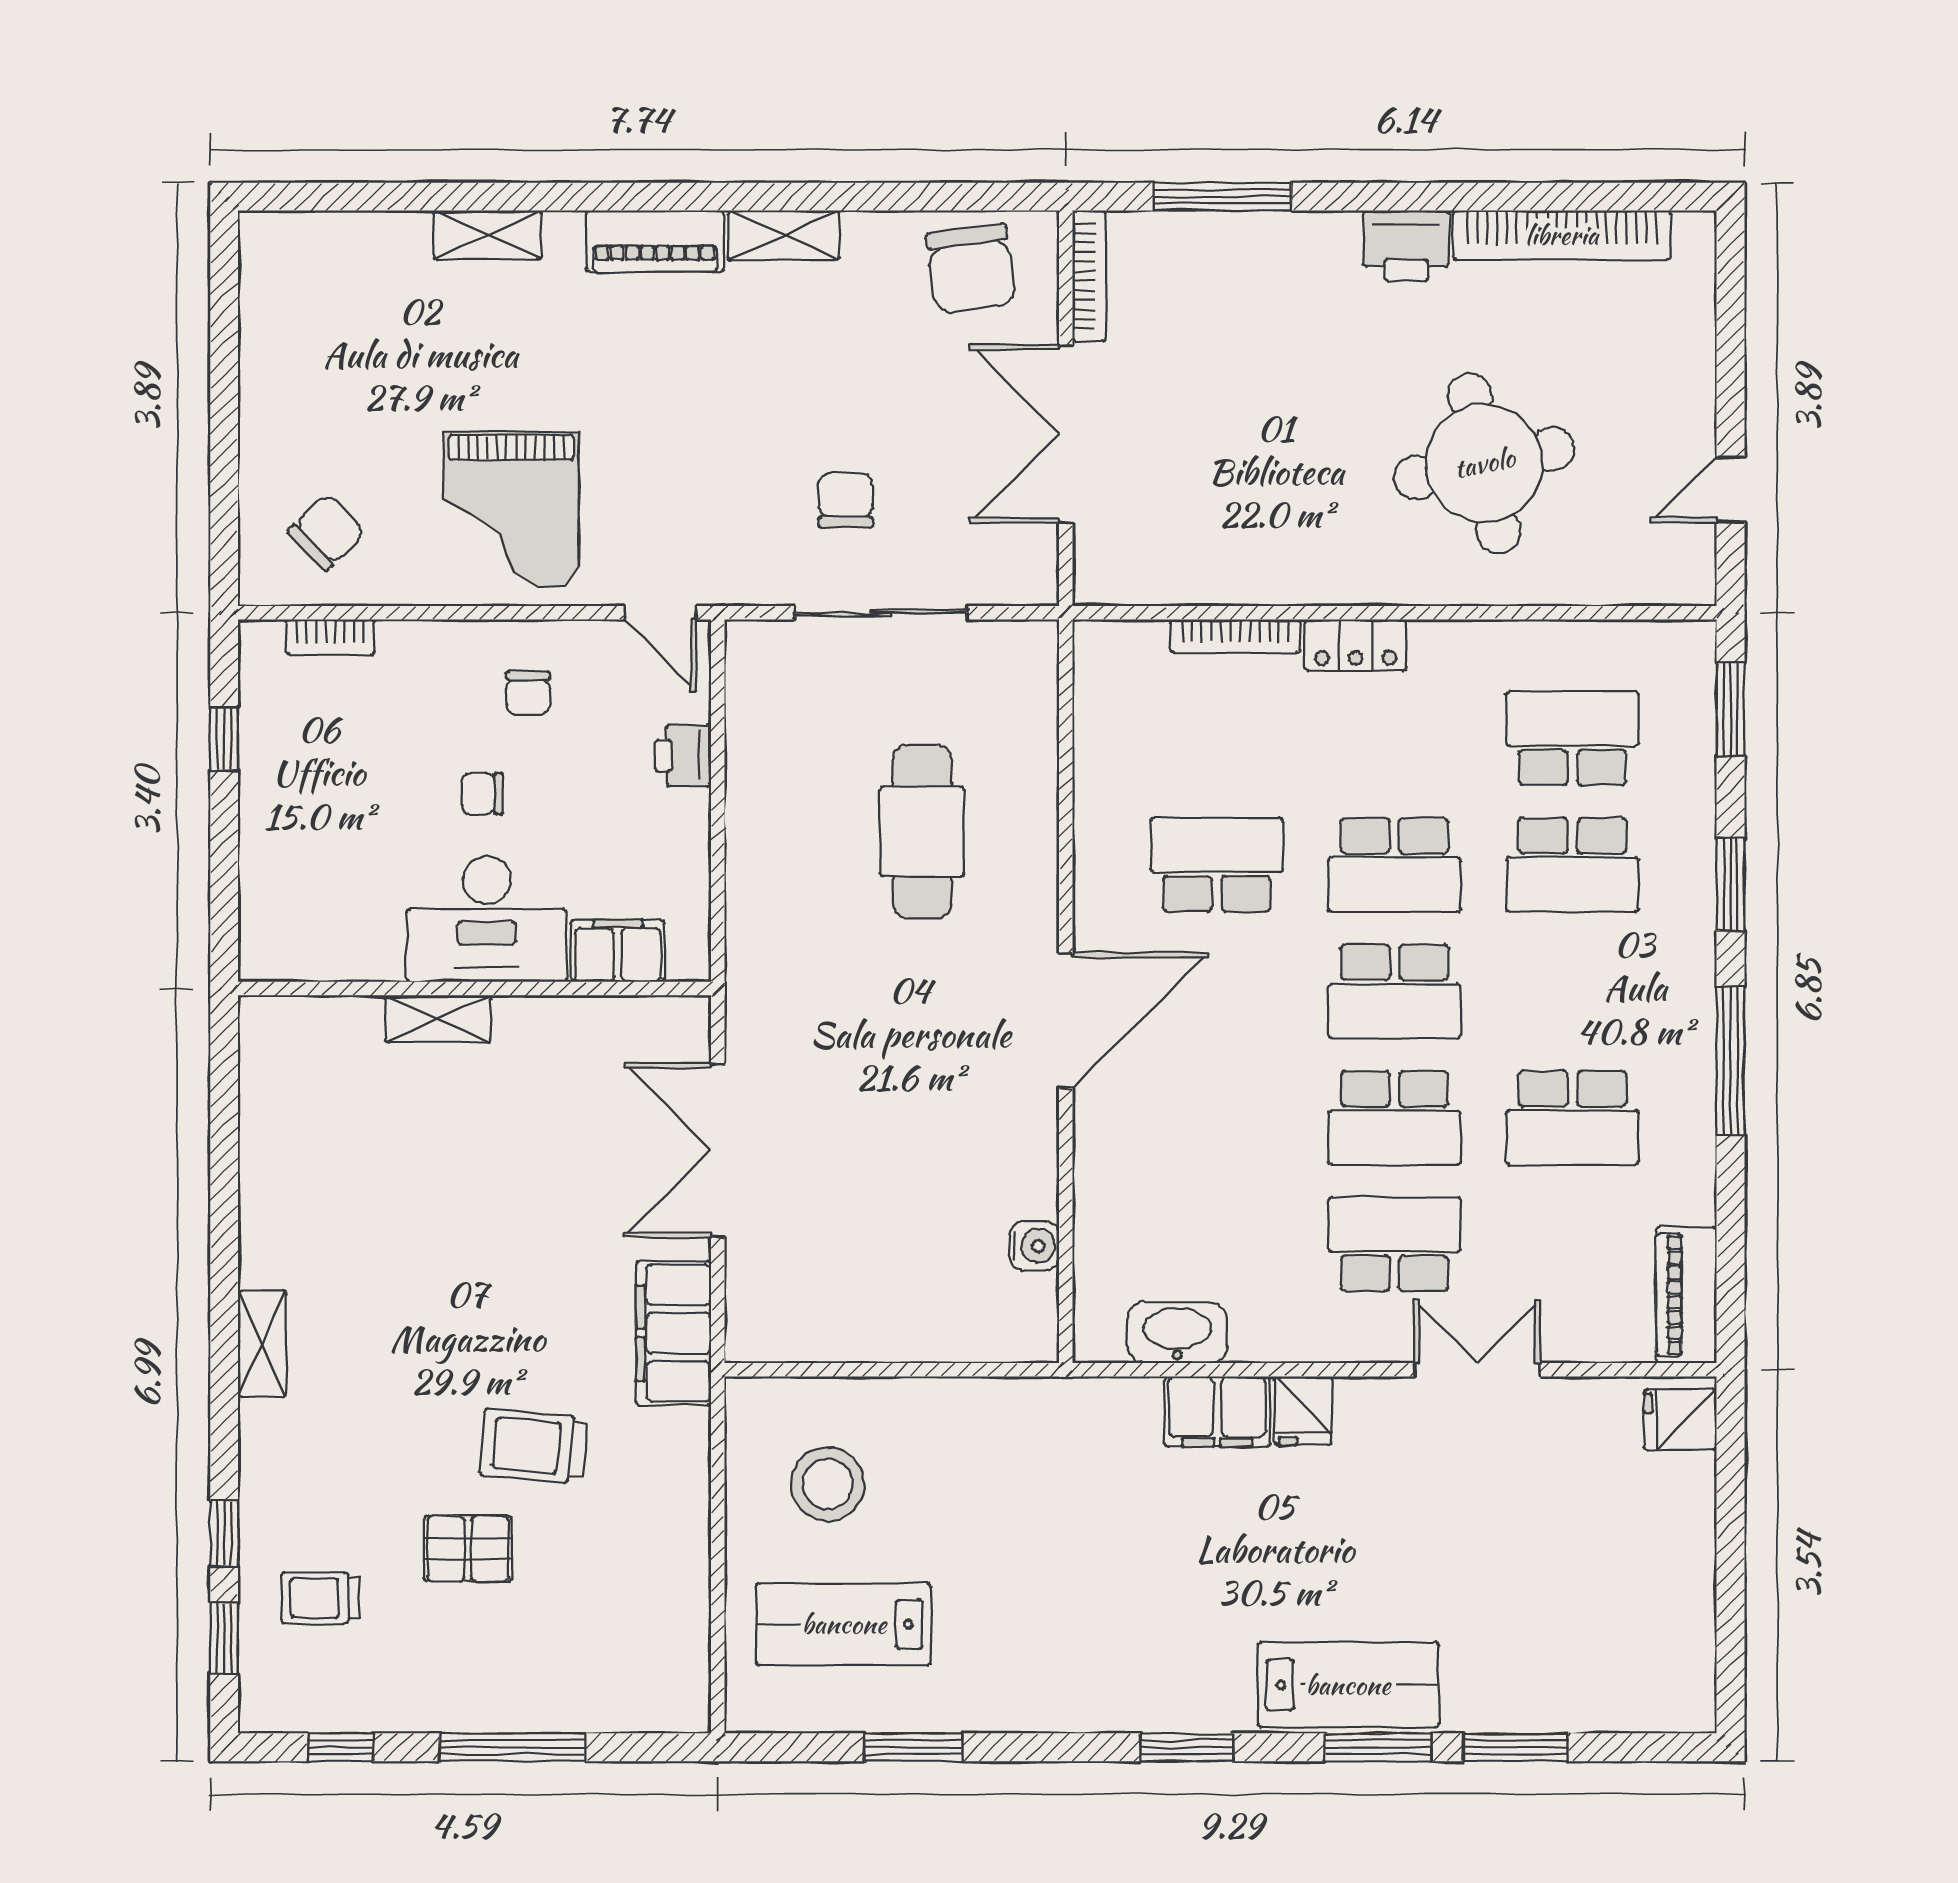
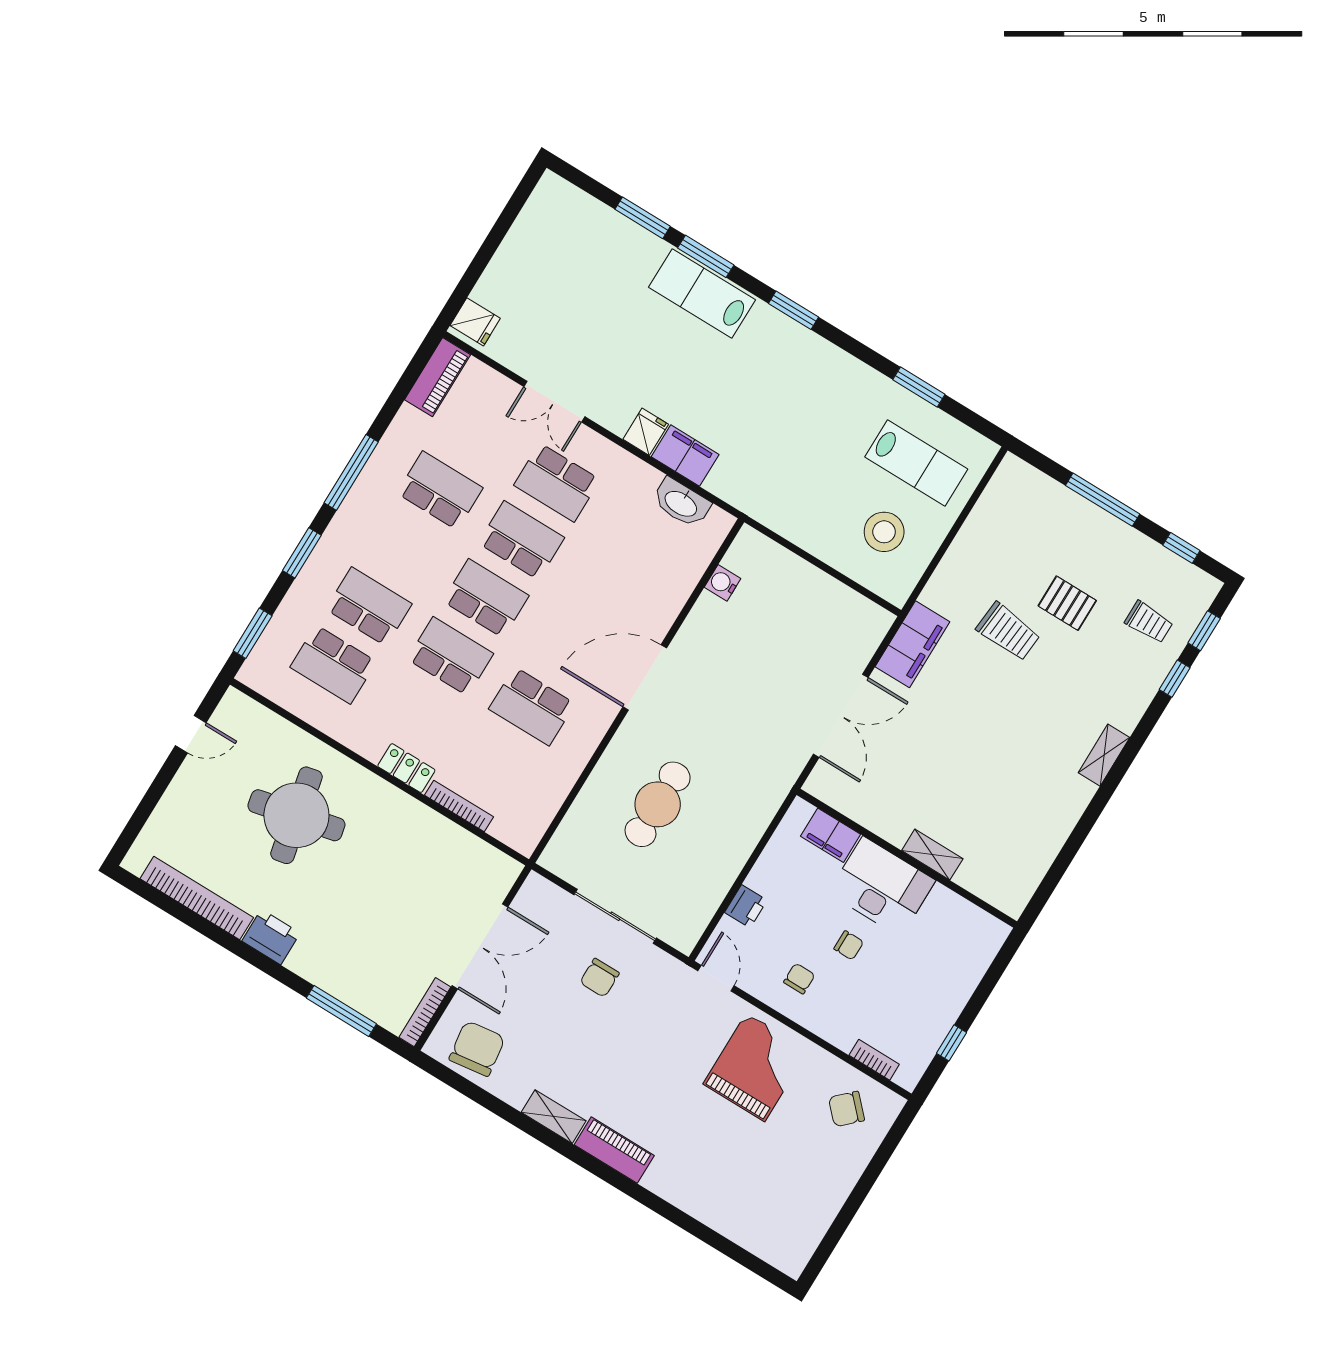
shelving: (488, 235) -> (689, 1200), removed

